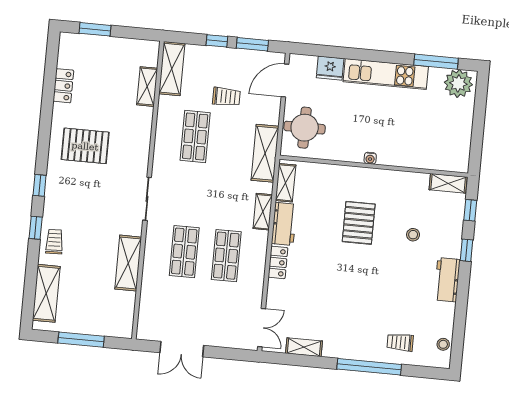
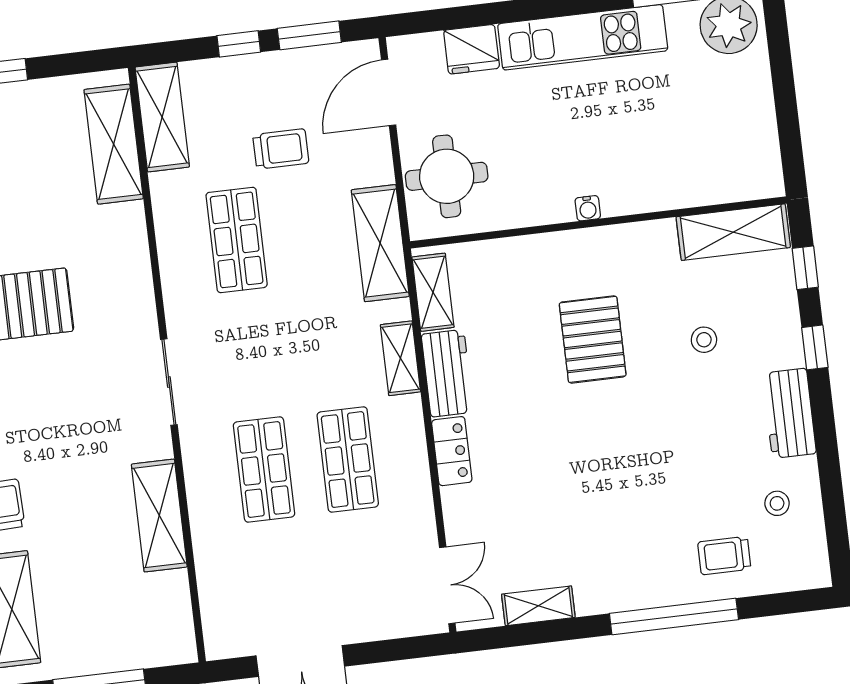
shelving: (147, 87) -> (114, 144), width x1.50, depth x1.33
shelving: (448, 183) -> (733, 232), width x1.50, depth x1.33
stool: (443, 344) -> (777, 503), moved

